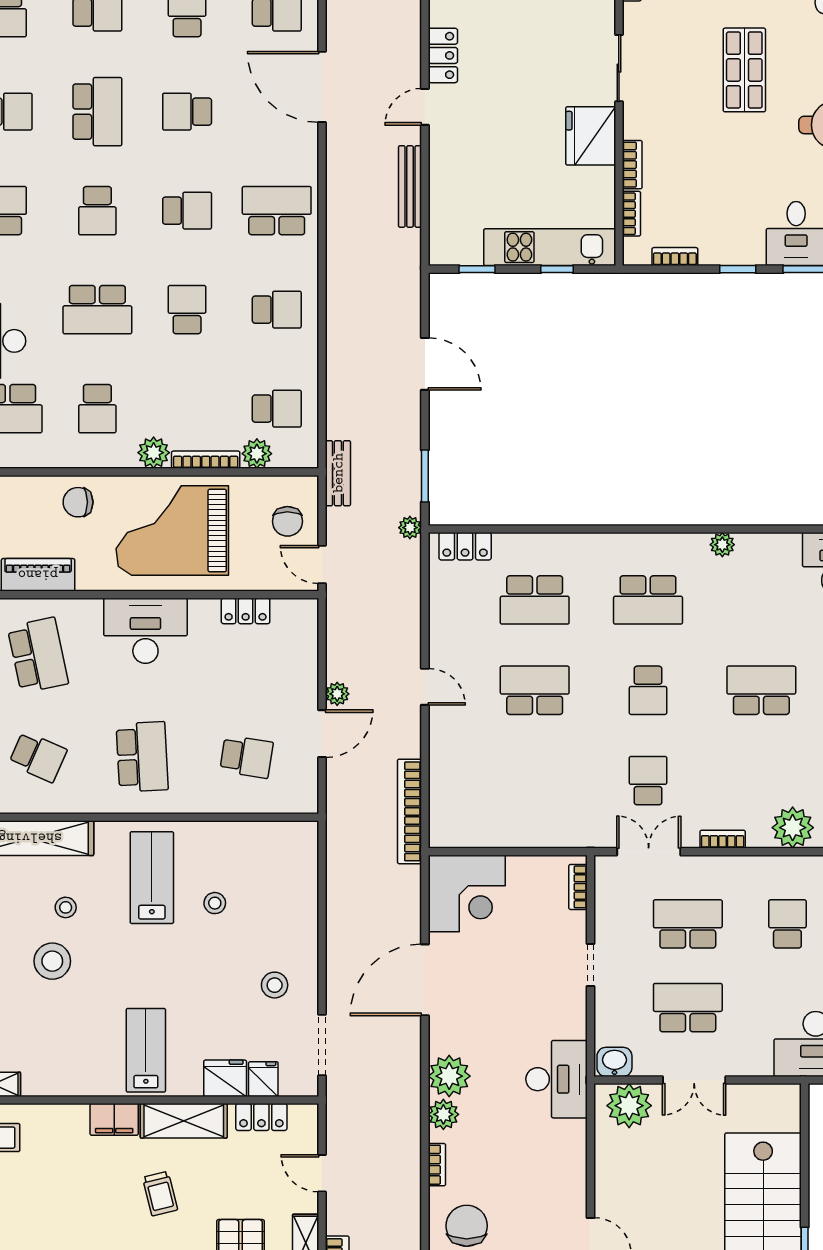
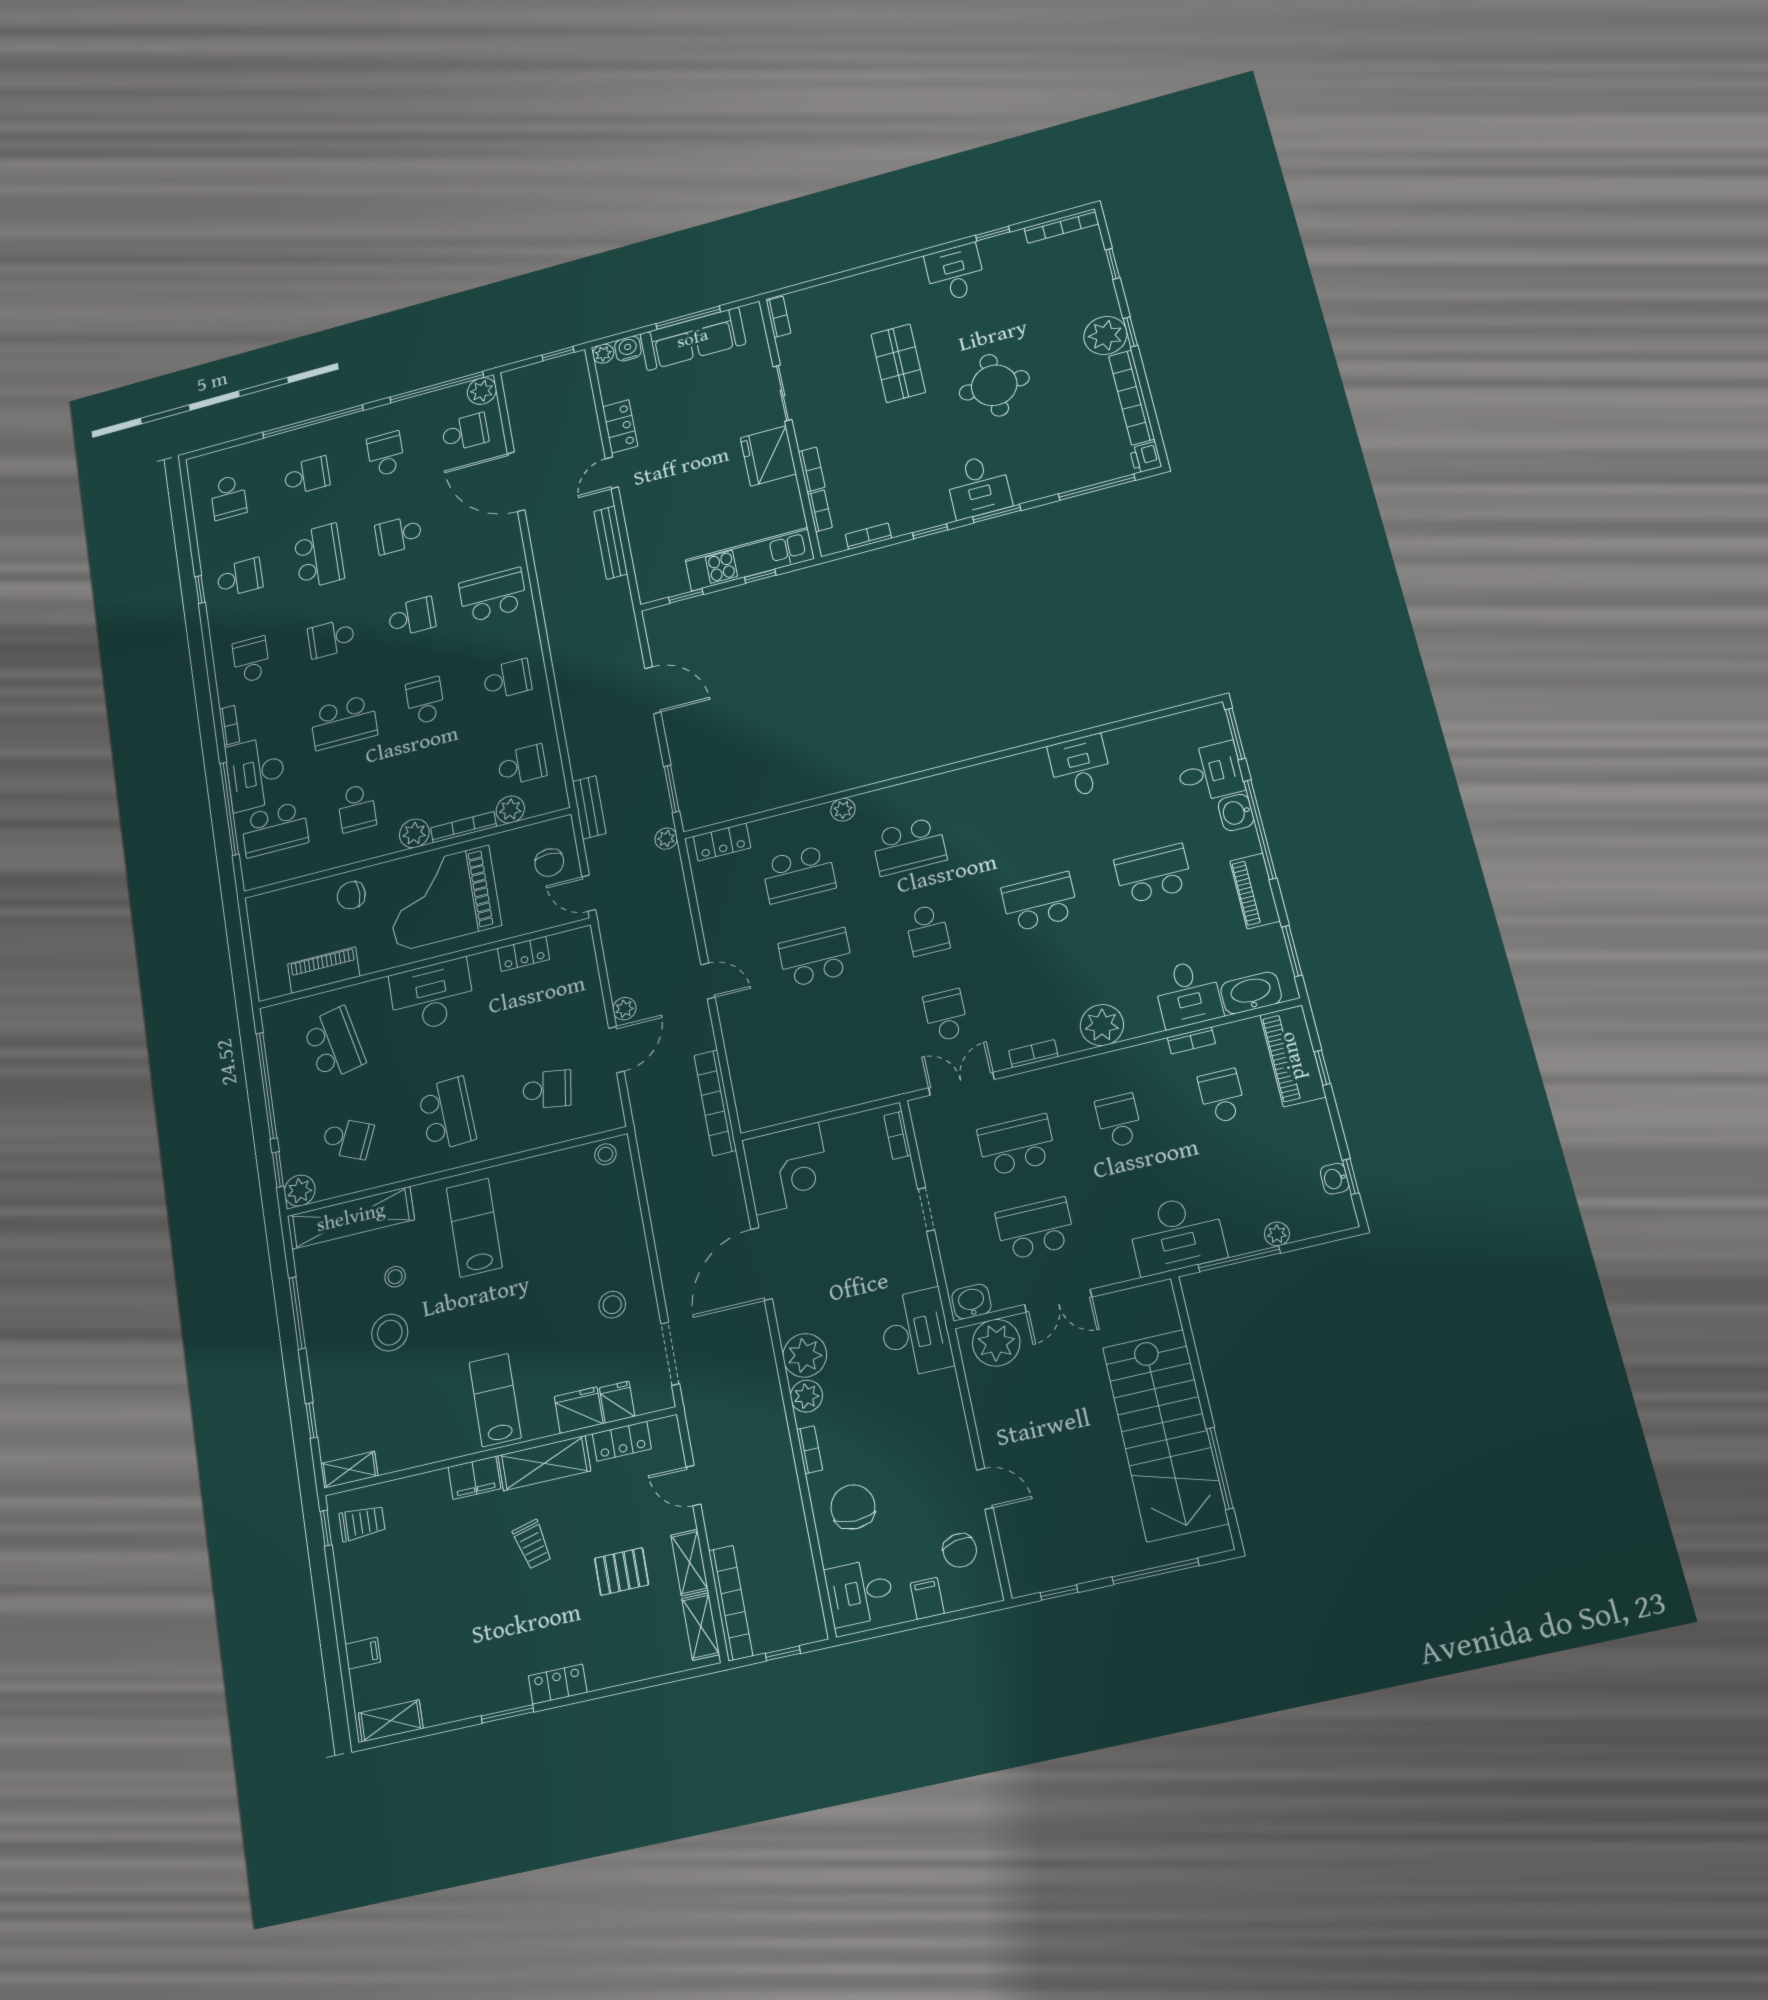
school desk: (97, 211) -> (331, 638), turned 90
plant: (722, 545) -> (843, 810), moved
stool: (215, 903) -> (605, 1154), moved

